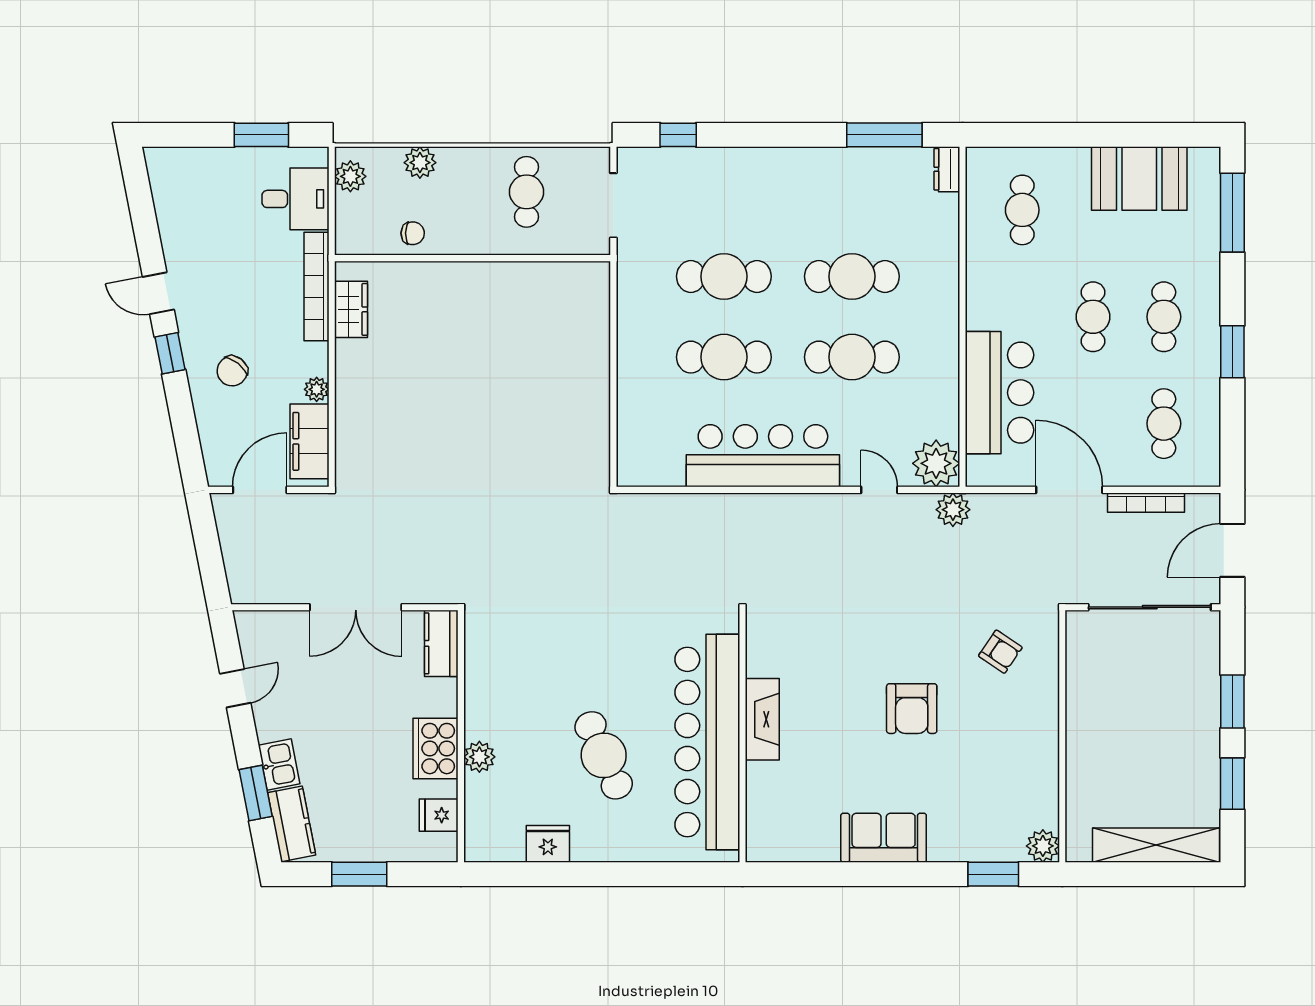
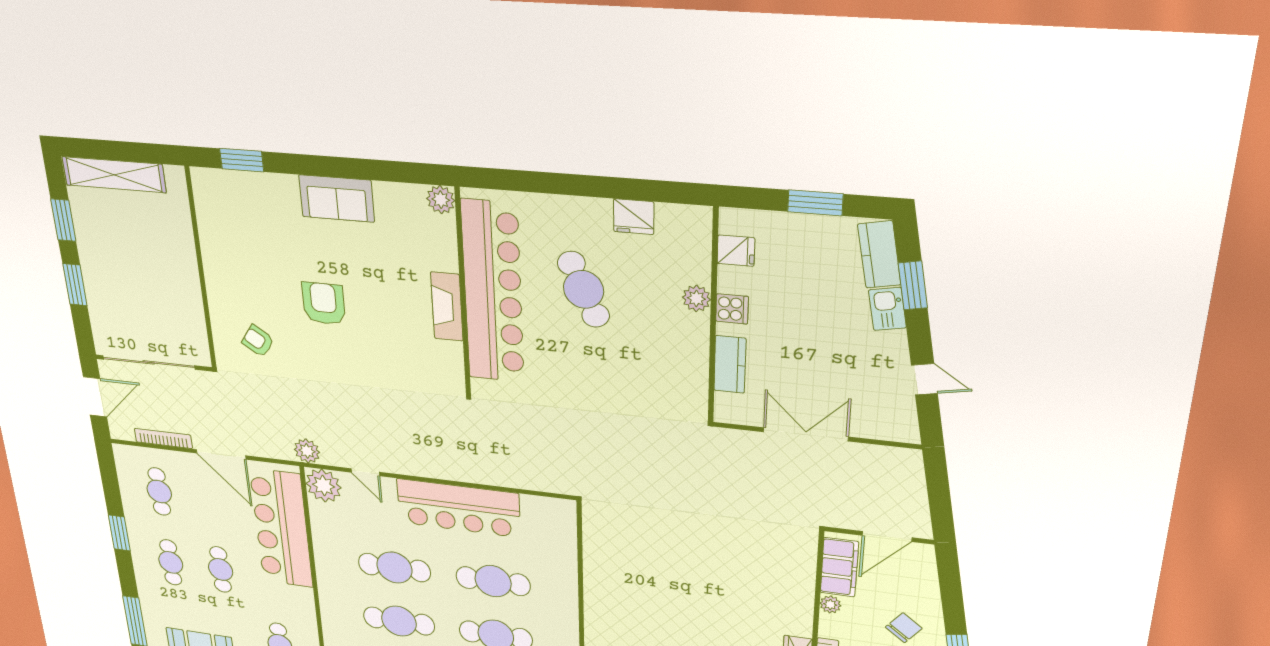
bar counter: (999, 393) -> (282, 528), width x1.36
kitchen counter: (441, 643) -> (730, 364), moved
door: (235, 688) -> (924, 379), swing flipped
cooker: (436, 749) -> (732, 309), width x0.53, depth x0.76
plant: (1043, 846) -> (441, 200), moved

